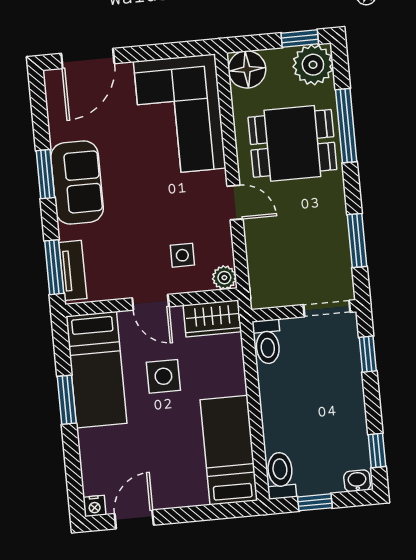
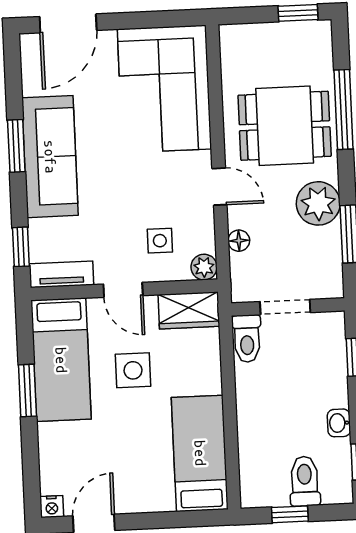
plant: (313, 65) -> (318, 203), moved
floor lamp: (247, 69) -> (239, 241), moved, width x0.53, depth x0.53
sofa: (77, 182) -> (50, 157), width x1.36
window: (54, 267) -> (21, 247), width x0.67
tv unit: (73, 270) -> (62, 274), moved, turned -90
doorway: (327, 309) -> (285, 307), moved
toilet: (281, 475) -> (305, 481), moved
washbasin: (357, 481) -> (339, 423), moved, turned -90

